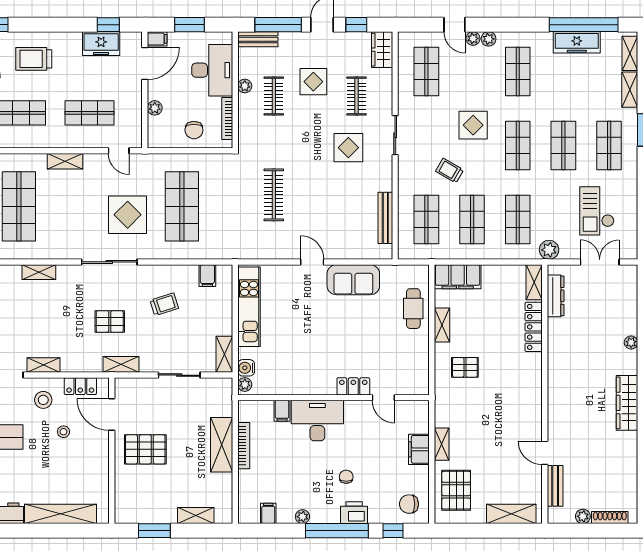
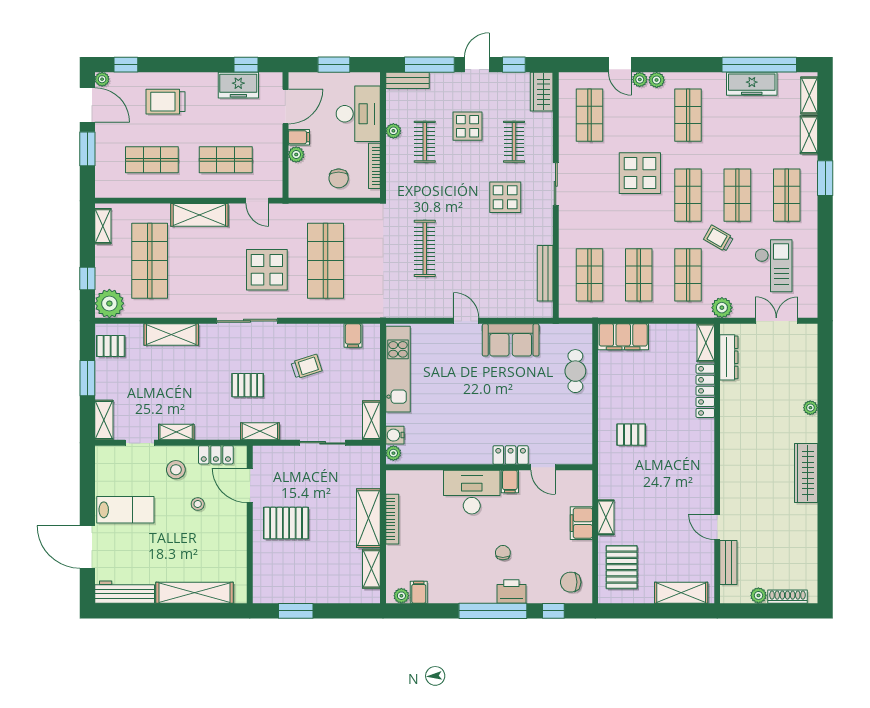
filing cabinet: (157, 39) -> (299, 137), moved
display table: (473, 125) -> (640, 173), width x1.36, depth x1.36
shelving: (65, 161) -> (199, 215), width x1.50, depth x1.33
trolley: (450, 171) -> (719, 238), moved
checkout: (597, 211) -> (774, 266), turned 180
shelving: (39, 272) -> (171, 334), width x1.50, depth x1.33
shelving: (442, 325) -> (606, 389), removed
filing cabinet: (282, 411) -> (510, 481), moved
shelving: (196, 515) -> (371, 569), moved, turned 90
plant: (302, 517) -> (401, 596), moved

